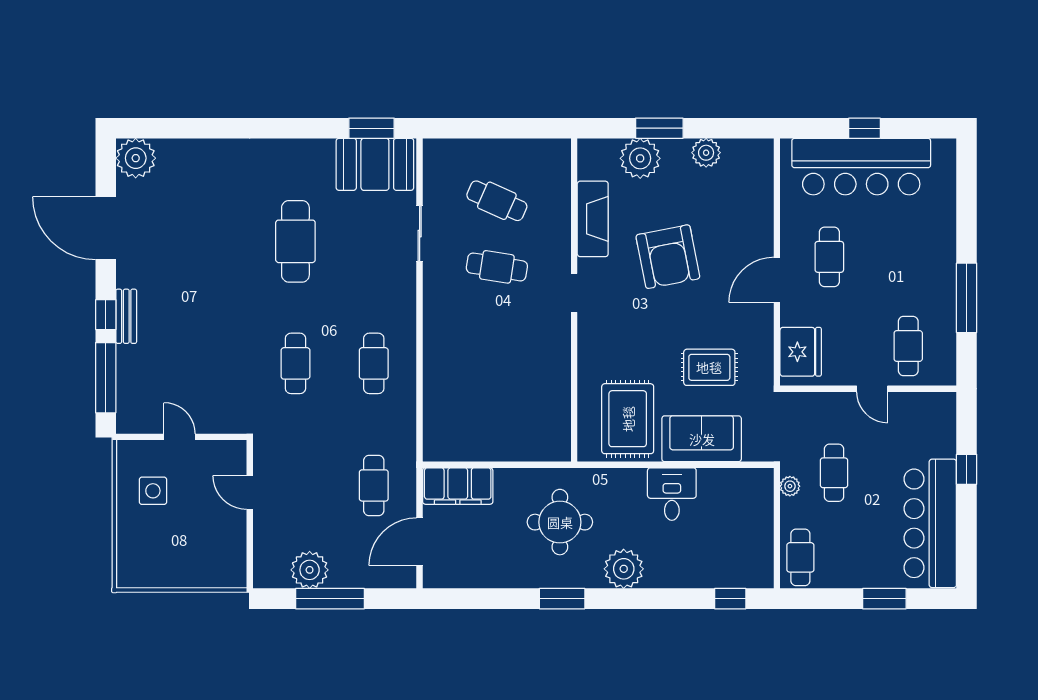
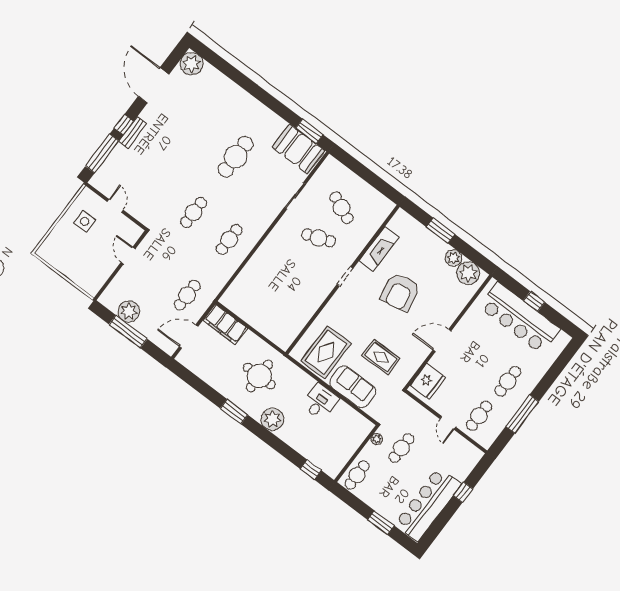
plant: (640, 158) -> (468, 273), moved
cafe table: (829, 257) -> (508, 381), moved
cafe table: (497, 267) -> (319, 238), turned -30

